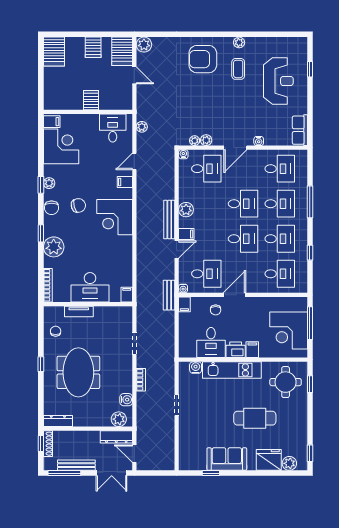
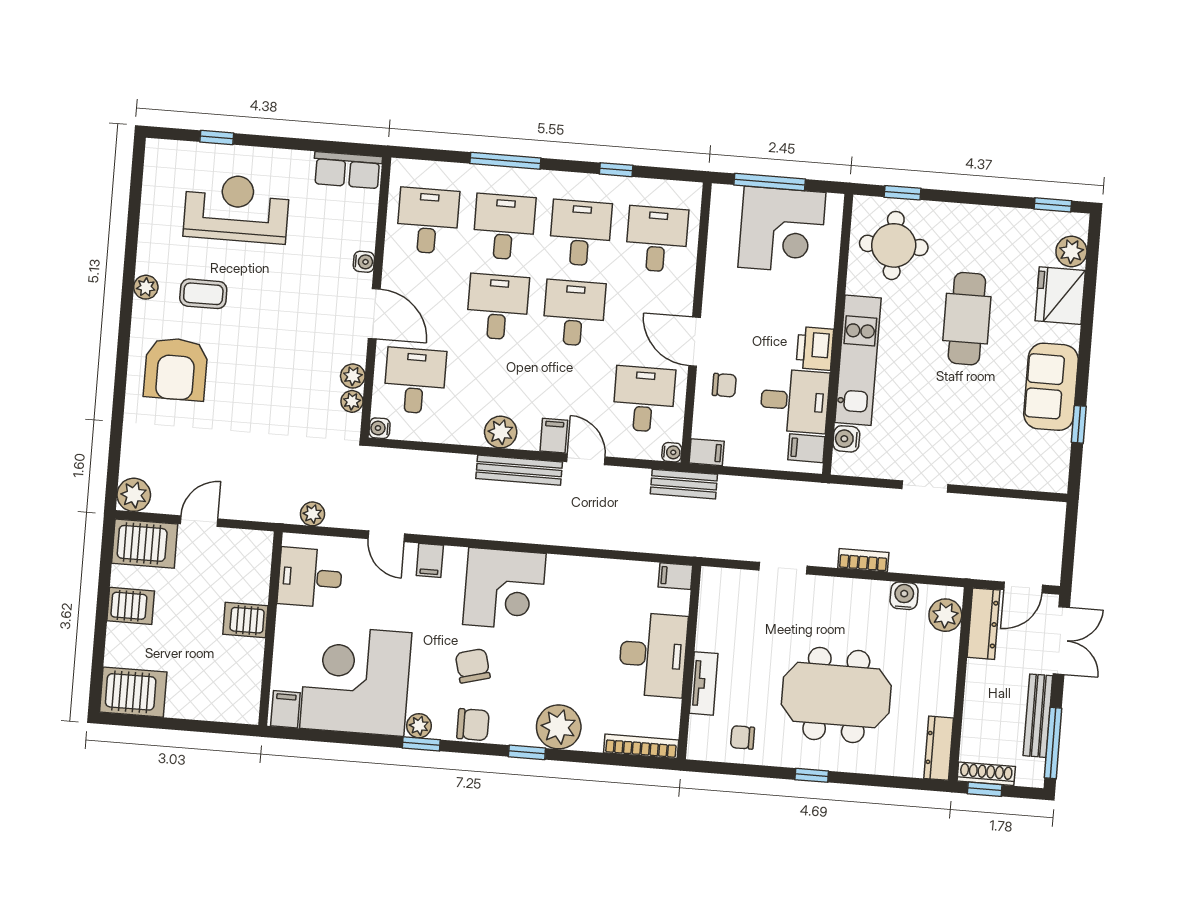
corner desk: (61, 146) -> (356, 680), width x1.36, depth x1.36
filing cabinet: (252, 350) -> (806, 448), moved

